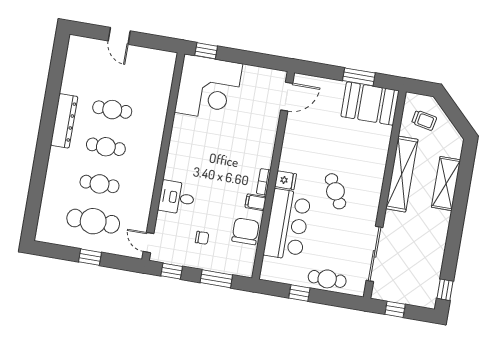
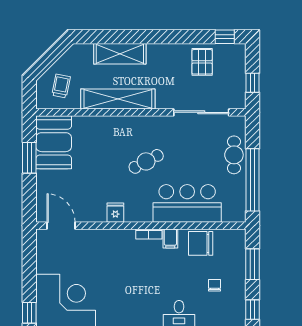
fridge: (286, 180) -> (115, 213), moved
pallet: (424, 263) -> (202, 62), added
window: (299, 293) -> (252, 180), width x3.17

